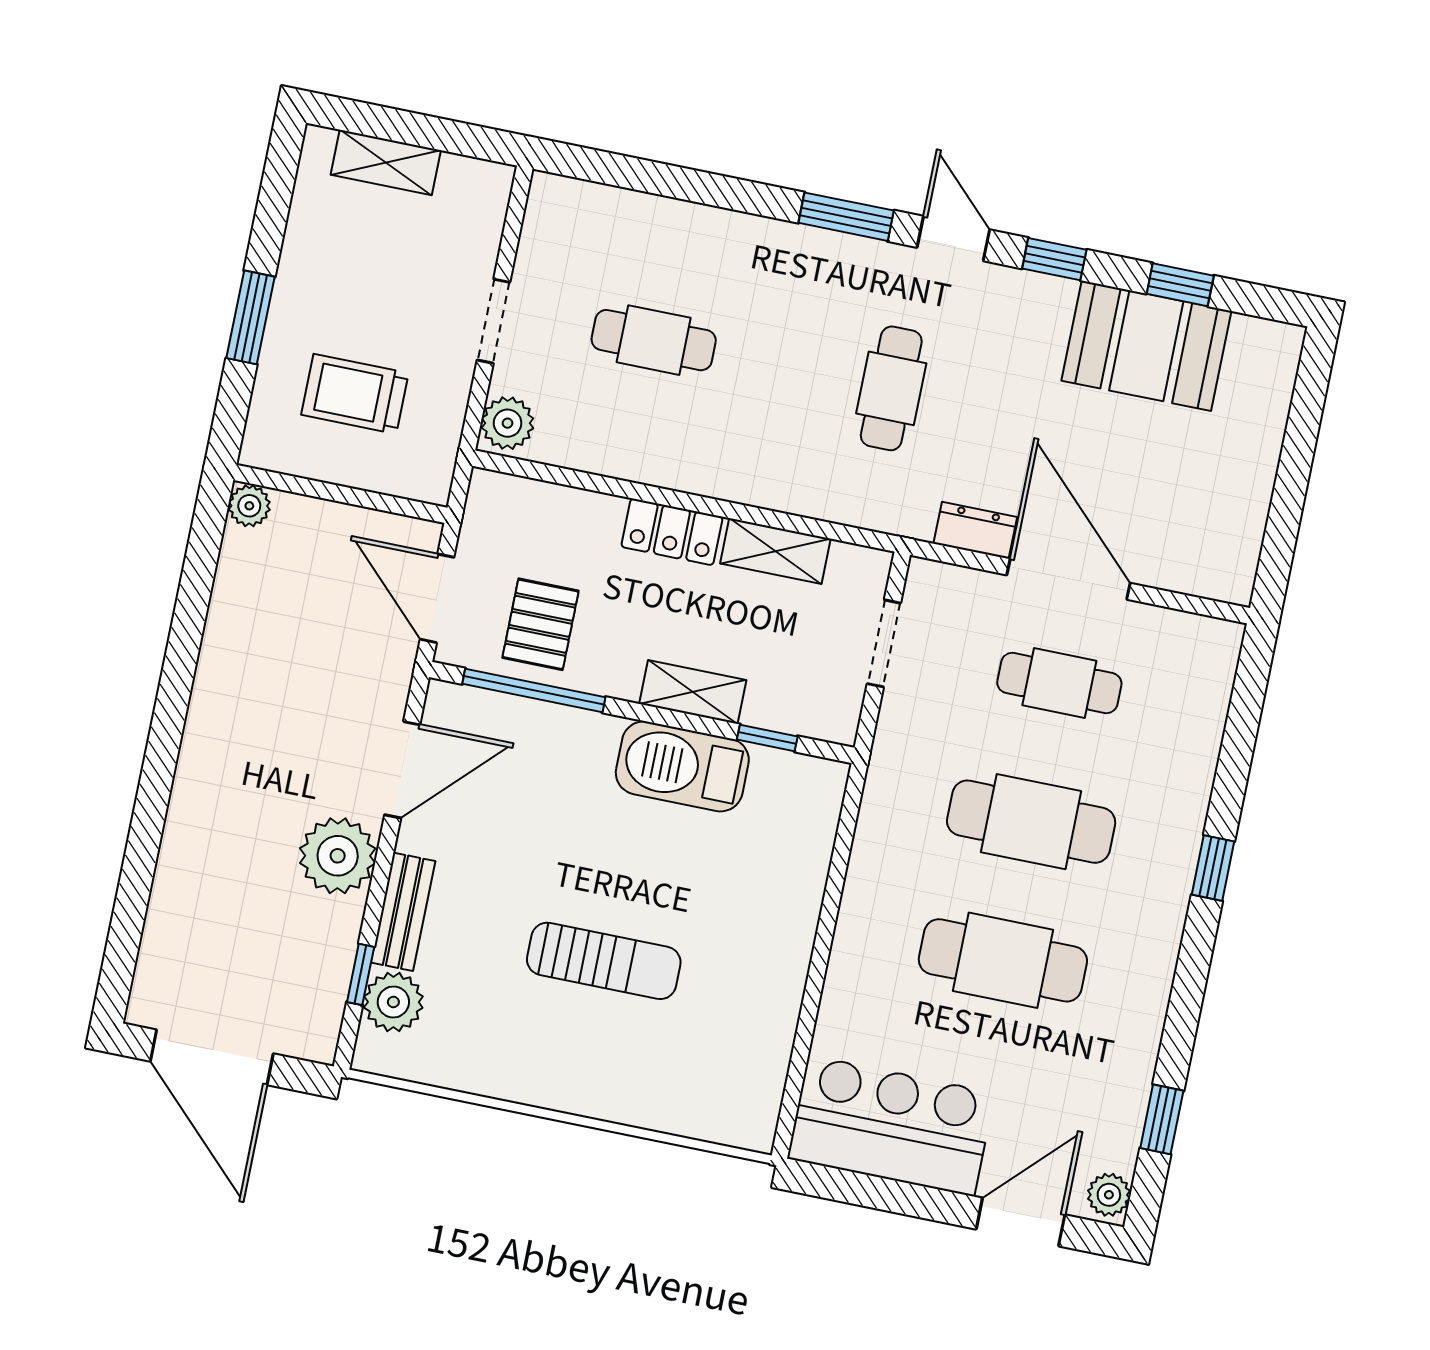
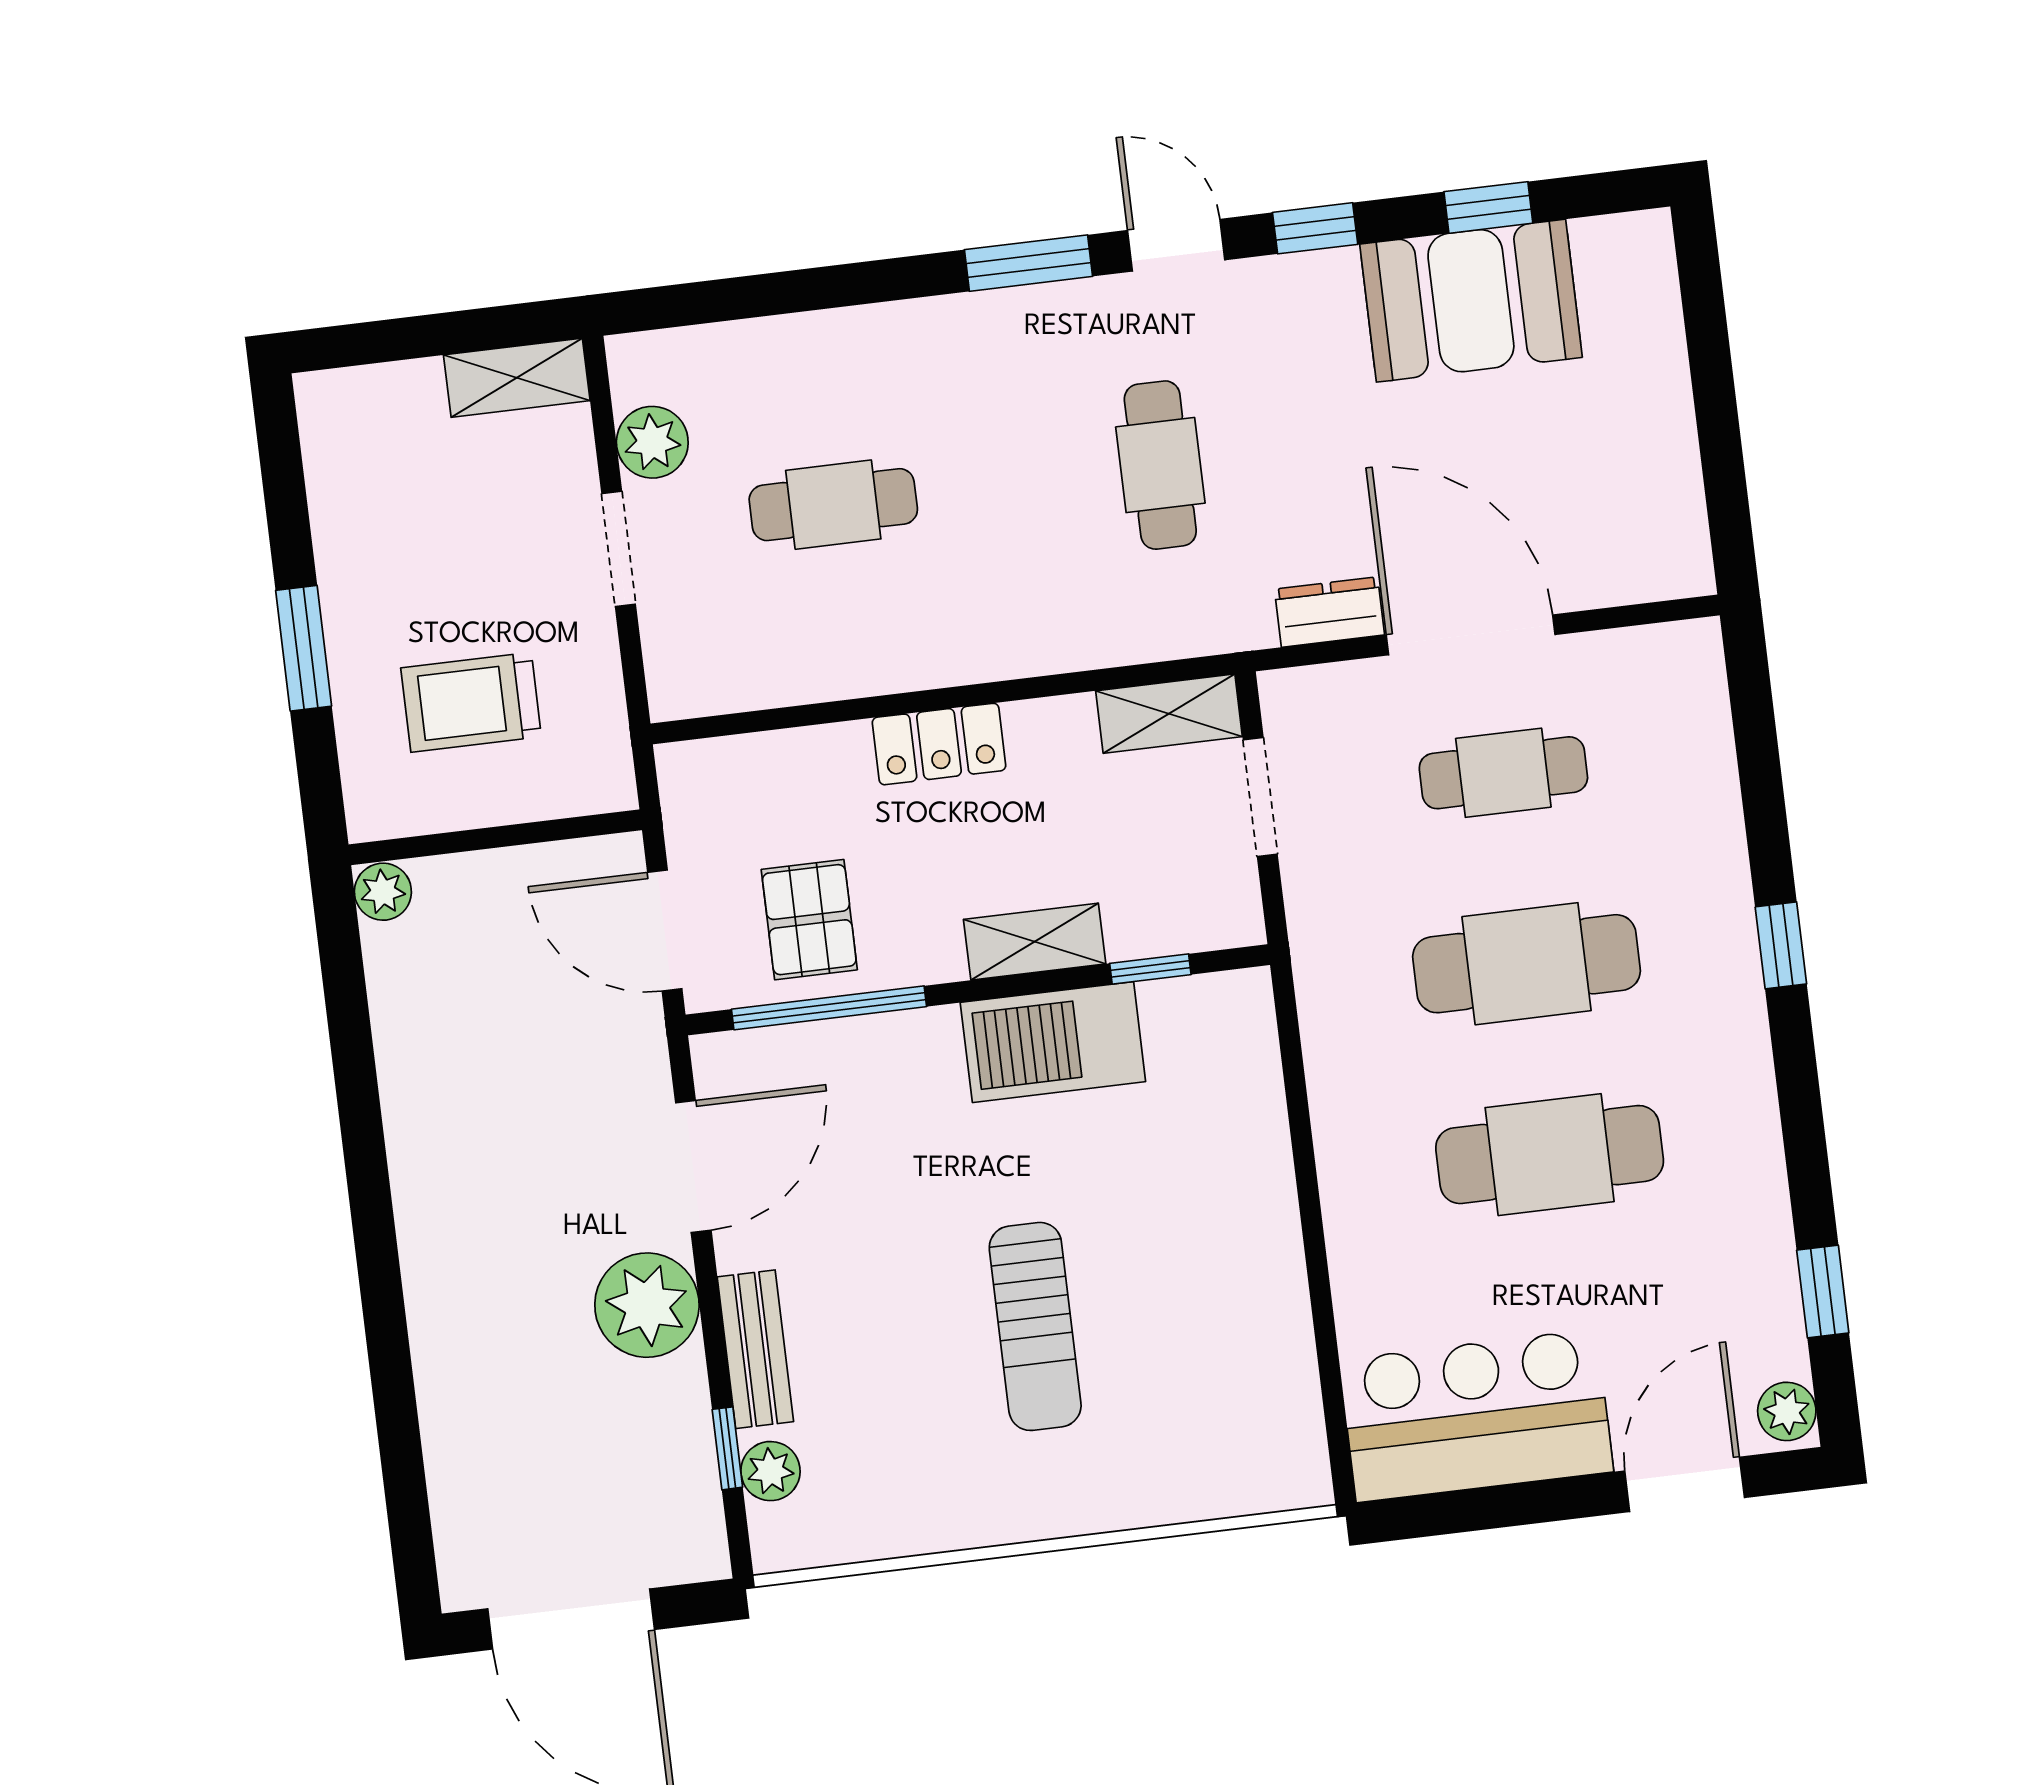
shelving: (386, 162) -> (517, 378), moved
plant: (508, 423) -> (652, 442), moved
shelving: (775, 551) -> (1169, 714), moved
sun lounger: (604, 961) -> (1035, 1326), turned 90
plant: (393, 1002) -> (771, 1471), width x0.73, depth x0.73

